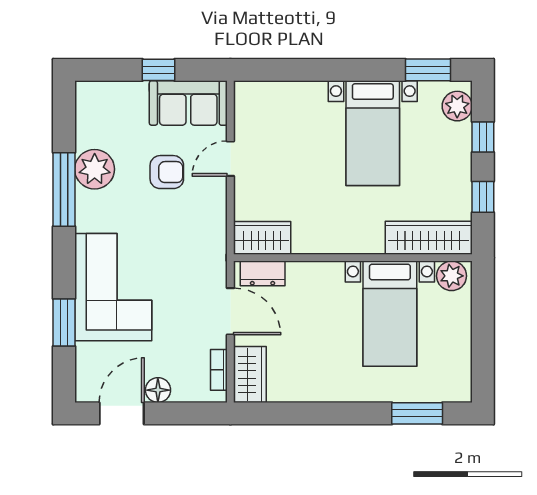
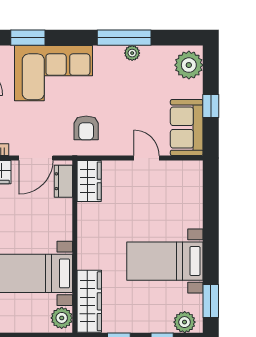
plant: (102, 100) -> (189, 65), added
plant: (95, 169) -> (132, 53), width x0.53, depth x0.53
armchair: (167, 172) -> (86, 128), moved

